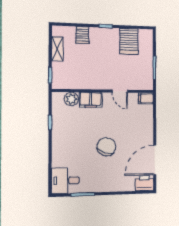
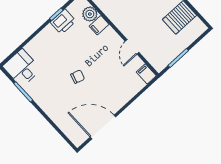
filing cabinet: (91, 100) -> (99, 25), width x0.50
chair: (106, 147) -> (78, 77), width x0.54, depth x0.54
printer: (144, 183) -> (63, 22), moved, turned 90

